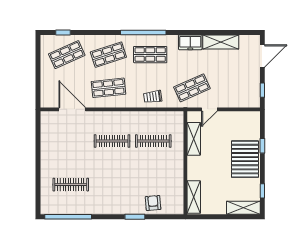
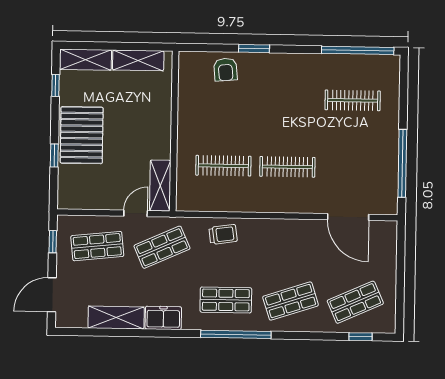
shop shelf: (108, 88) -> (97, 246), moved
shelving: (194, 139) -> (160, 186), moved
window: (38, 145) -> (402, 163), added
shelving: (194, 197) -> (138, 60), moved, turned 90

